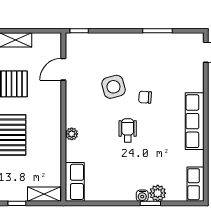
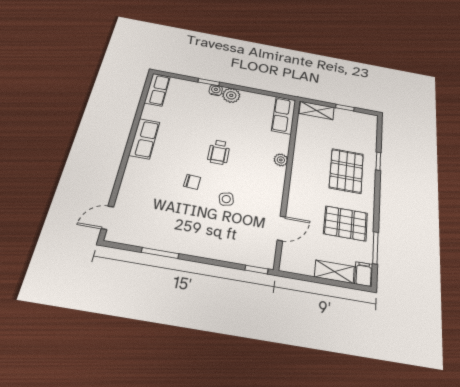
side table: (113, 87) -> (226, 199), width x0.54, depth x0.54
row of seats: (195, 121) -> (144, 139), width x0.68
plant: (158, 193) -> (231, 95), moved

